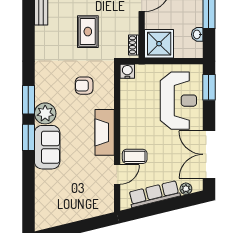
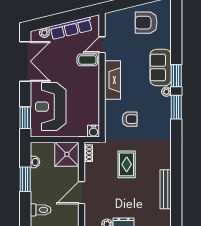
plant: (45, 113) -> (166, 92), width x0.53, depth x0.53
armchair: (64, 201) -> (146, 23), added

